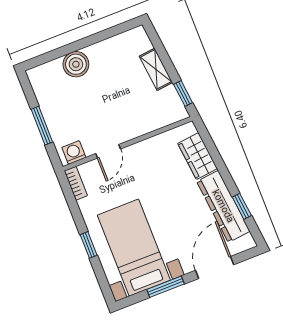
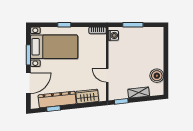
boiler: (76, 64) -> (157, 76), moved
door: (108, 151) -> (107, 75), moved
door: (215, 268) -> (28, 83), hinge flipped

